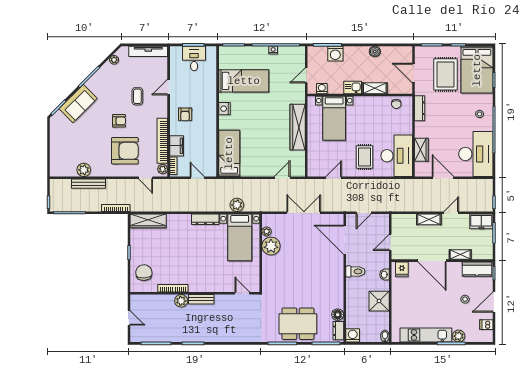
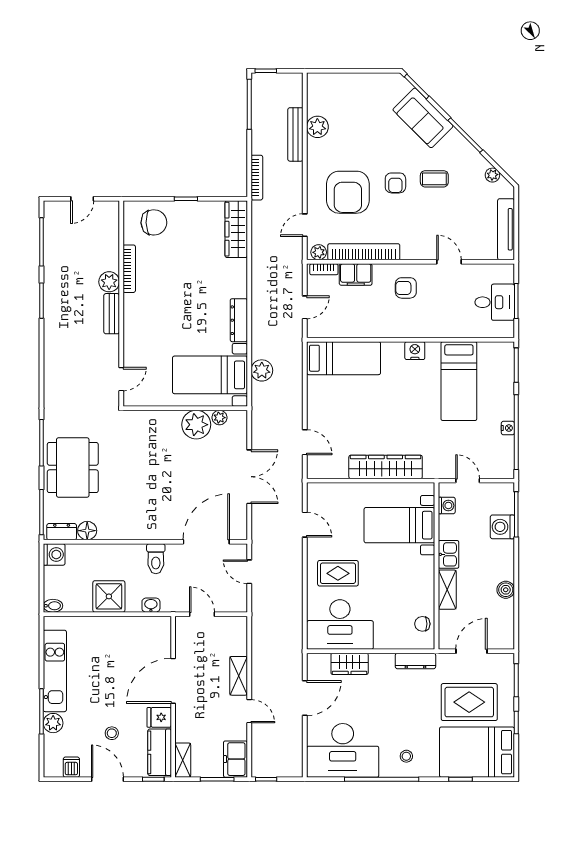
coffee table: (137, 96) -> (434, 179), moved
shelving: (460, 255) -> (183, 760), moved
fridge: (402, 269) -> (159, 717), moved

